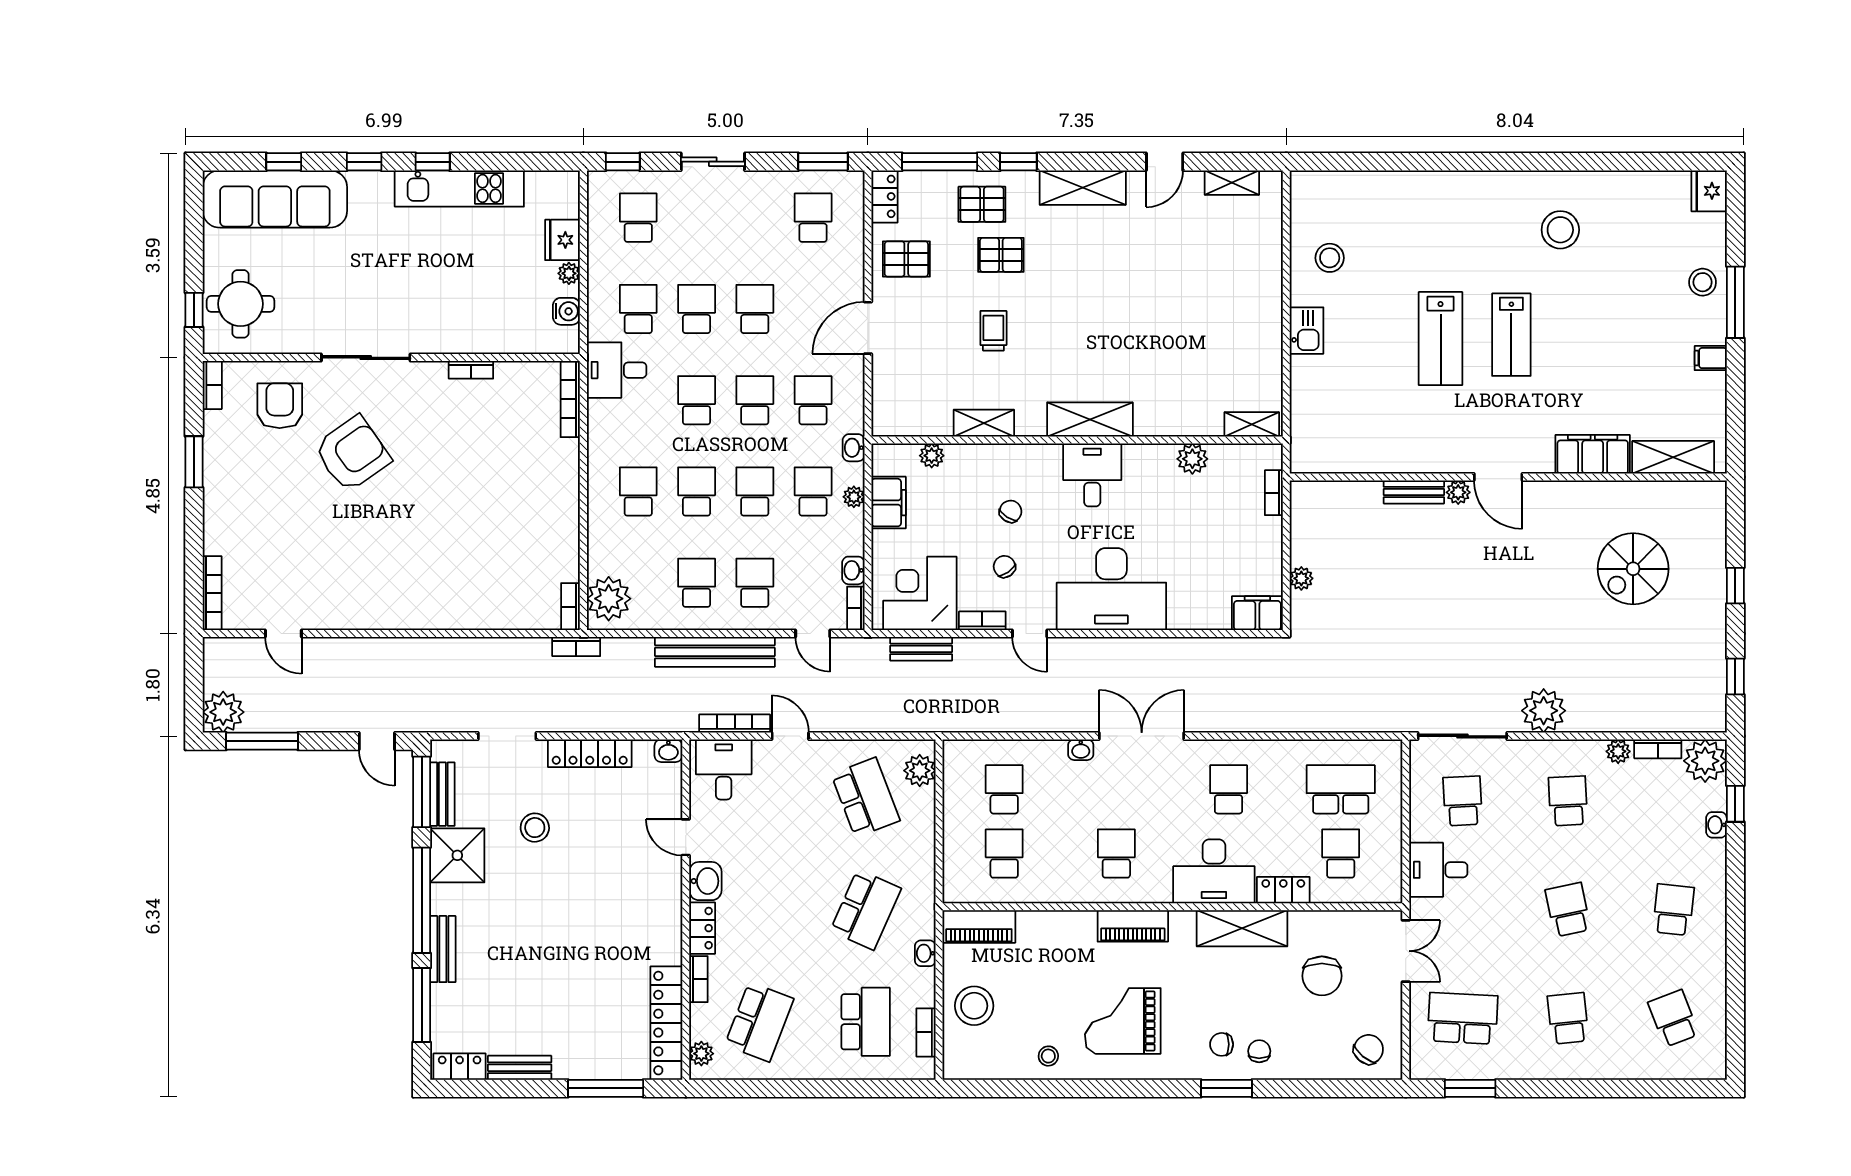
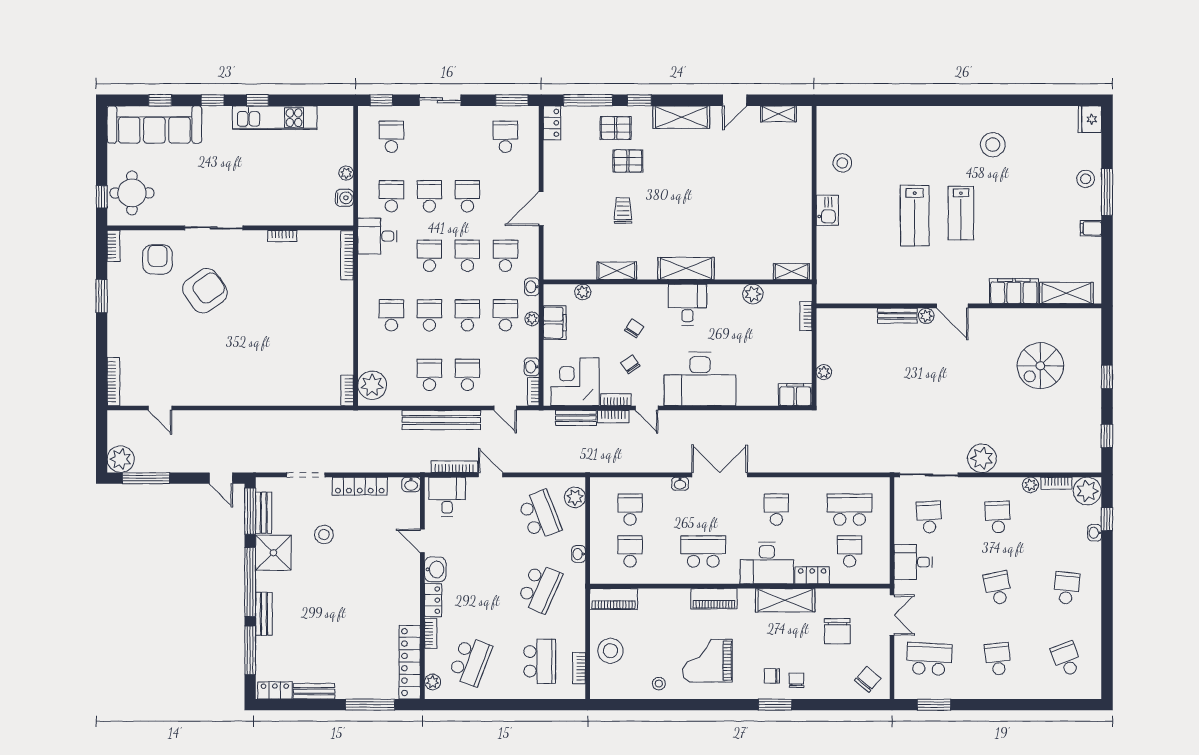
fridge: (563, 240) -> (342, 151), removed
pallet: (906, 259) -> (566, 164), removed
bookcase: (576, 647) -> (613, 417), moved
school desk: (1116, 853) -> (703, 551), width x1.85
washbasin: (925, 953) -> (579, 554), moved

